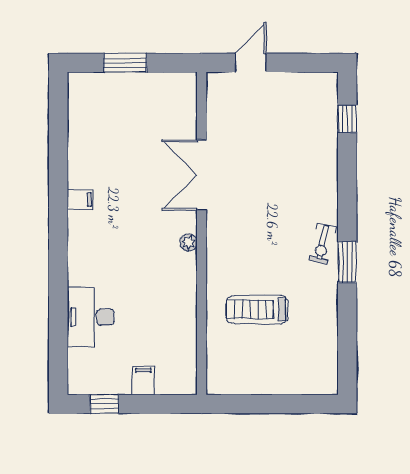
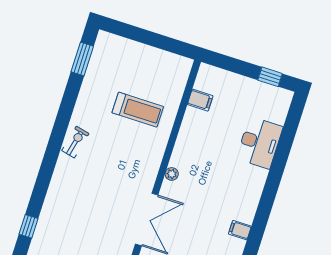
window: (347, 262) -> (82, 59), moved
filing cabinet: (143, 380) -> (200, 100), moved, turned -90

